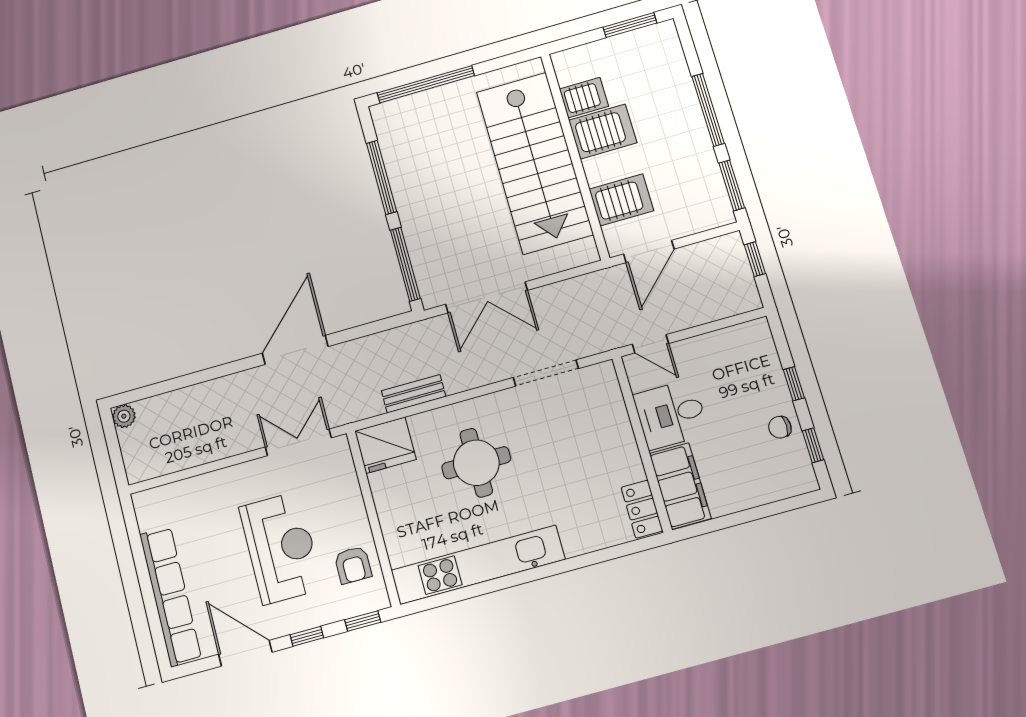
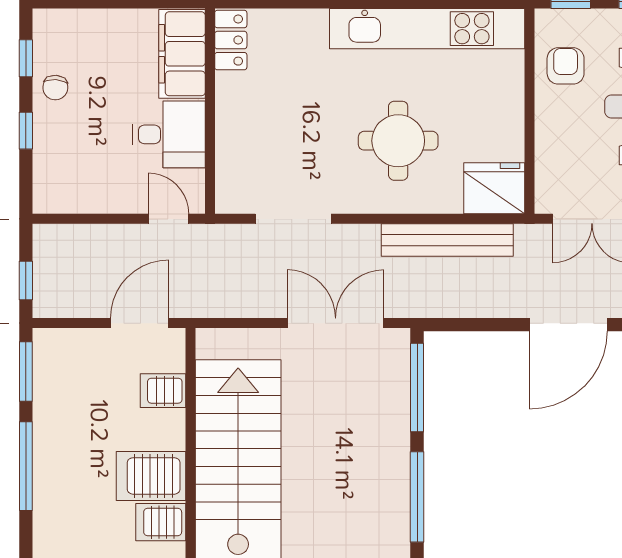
server rack: (621, 200) -> (163, 391), width x0.73, depth x0.70
bench: (414, 394) -> (447, 240), width x1.86, depth x1.21
chair: (780, 427) -> (55, 88), turned 94

